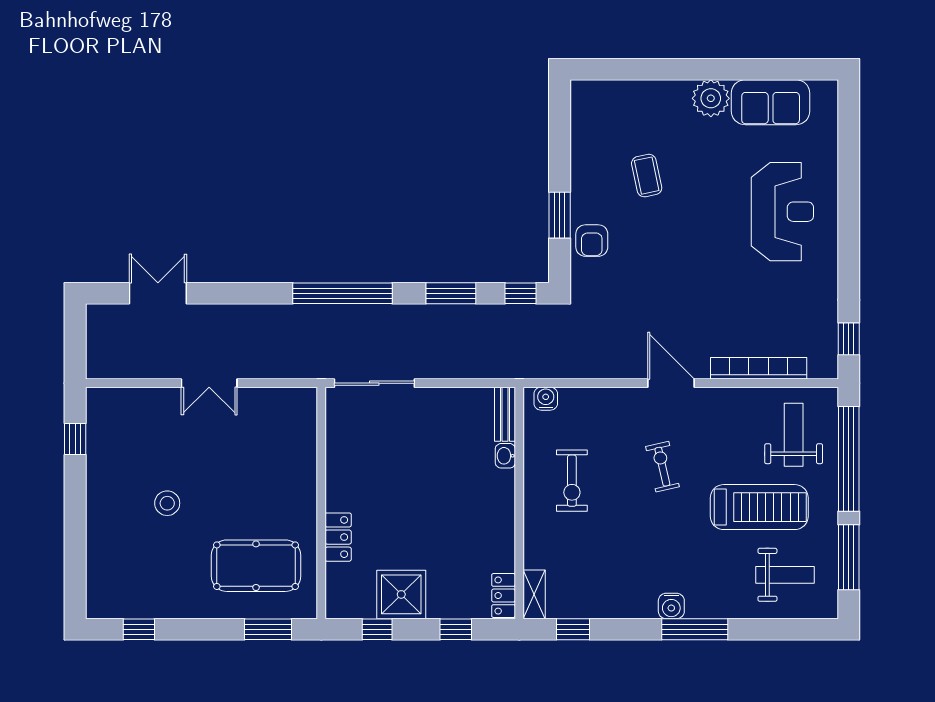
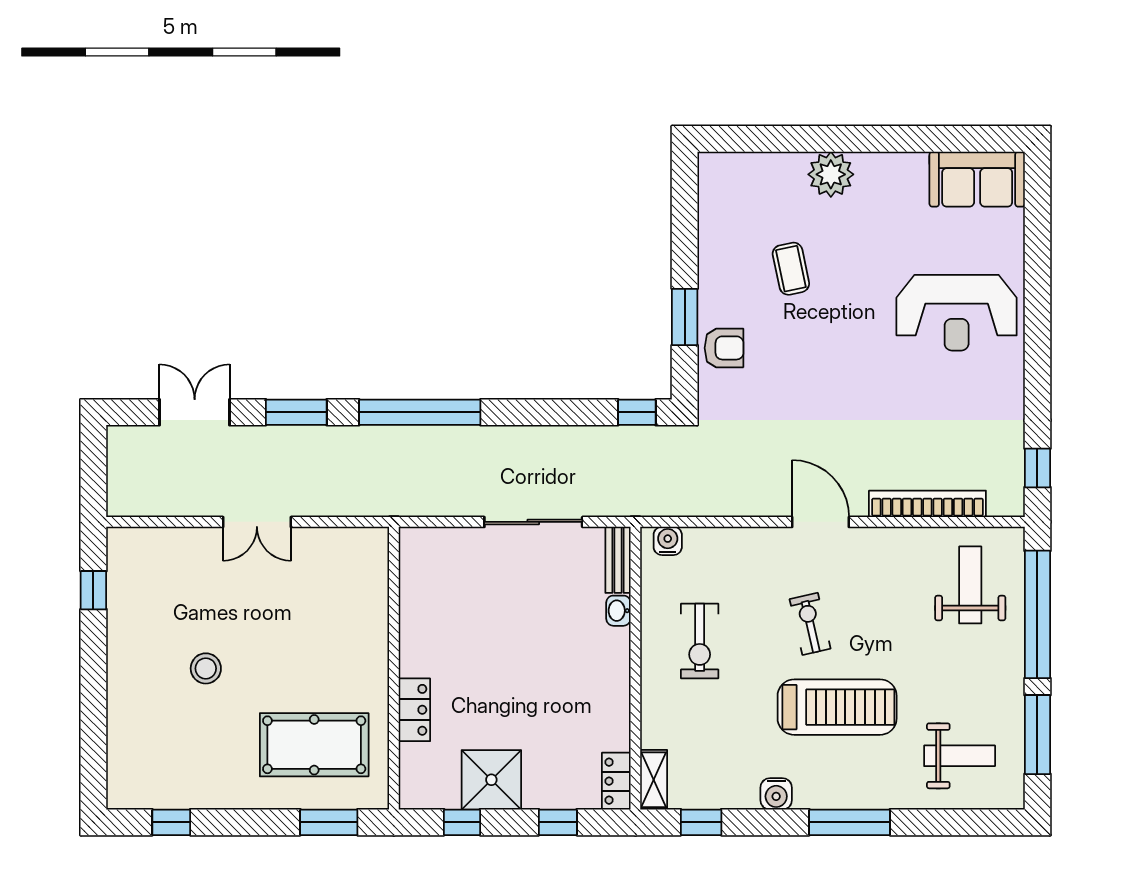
plant: (711, 98) -> (831, 174), moved
sofa: (771, 102) -> (977, 179), moved
reception desk: (782, 212) -> (957, 313), turned 90
armchair: (592, 241) -> (724, 348), turned -90
window: (451, 293) -> (296, 412), moved
sliding door: (374, 383) -> (533, 522), moved
treadmill: (759, 507) -> (837, 707), moved
water cooler: (671, 606) -> (776, 794), moved

